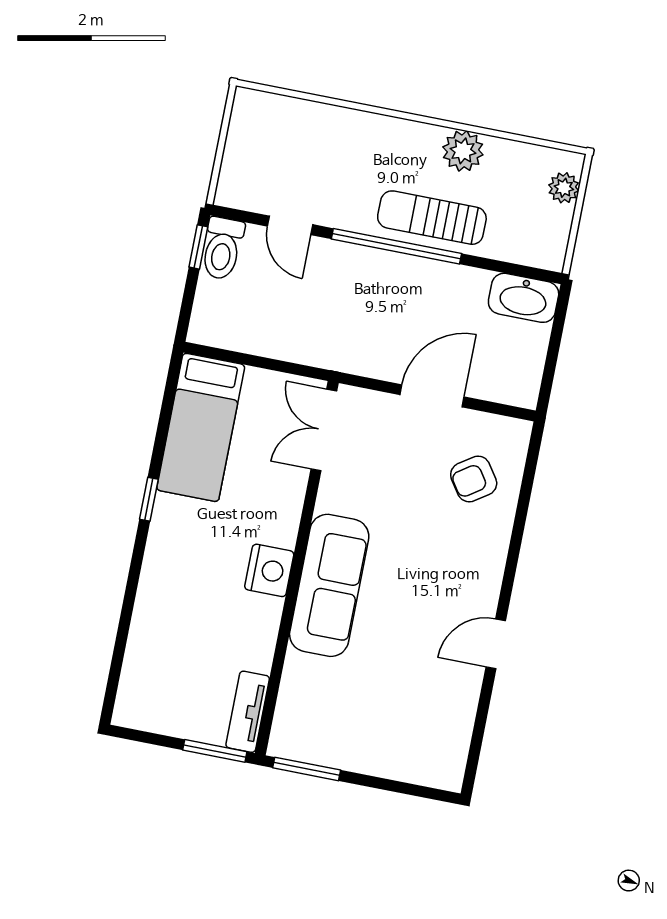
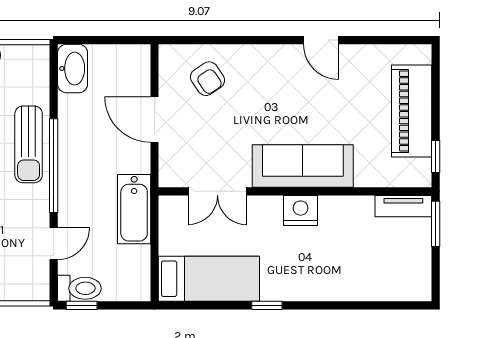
bathtub: (315, 344) -> (134, 209), added
double door: (324, 430) -> (217, 191), moved
piano: (375, 748) -> (412, 111), added
window: (307, 769) -> (436, 157), width x0.67

